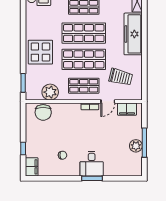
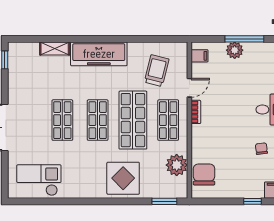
shop shelf: (84, 33) -> (98, 120), width x0.70, depth x0.74
door: (108, 101) -> (189, 88), hinge flipped
filing cabinet: (127, 109) -> (200, 56), width x0.50
chair: (43, 112) -> (204, 175), turned -90
plant: (136, 146) -> (235, 50), moved

